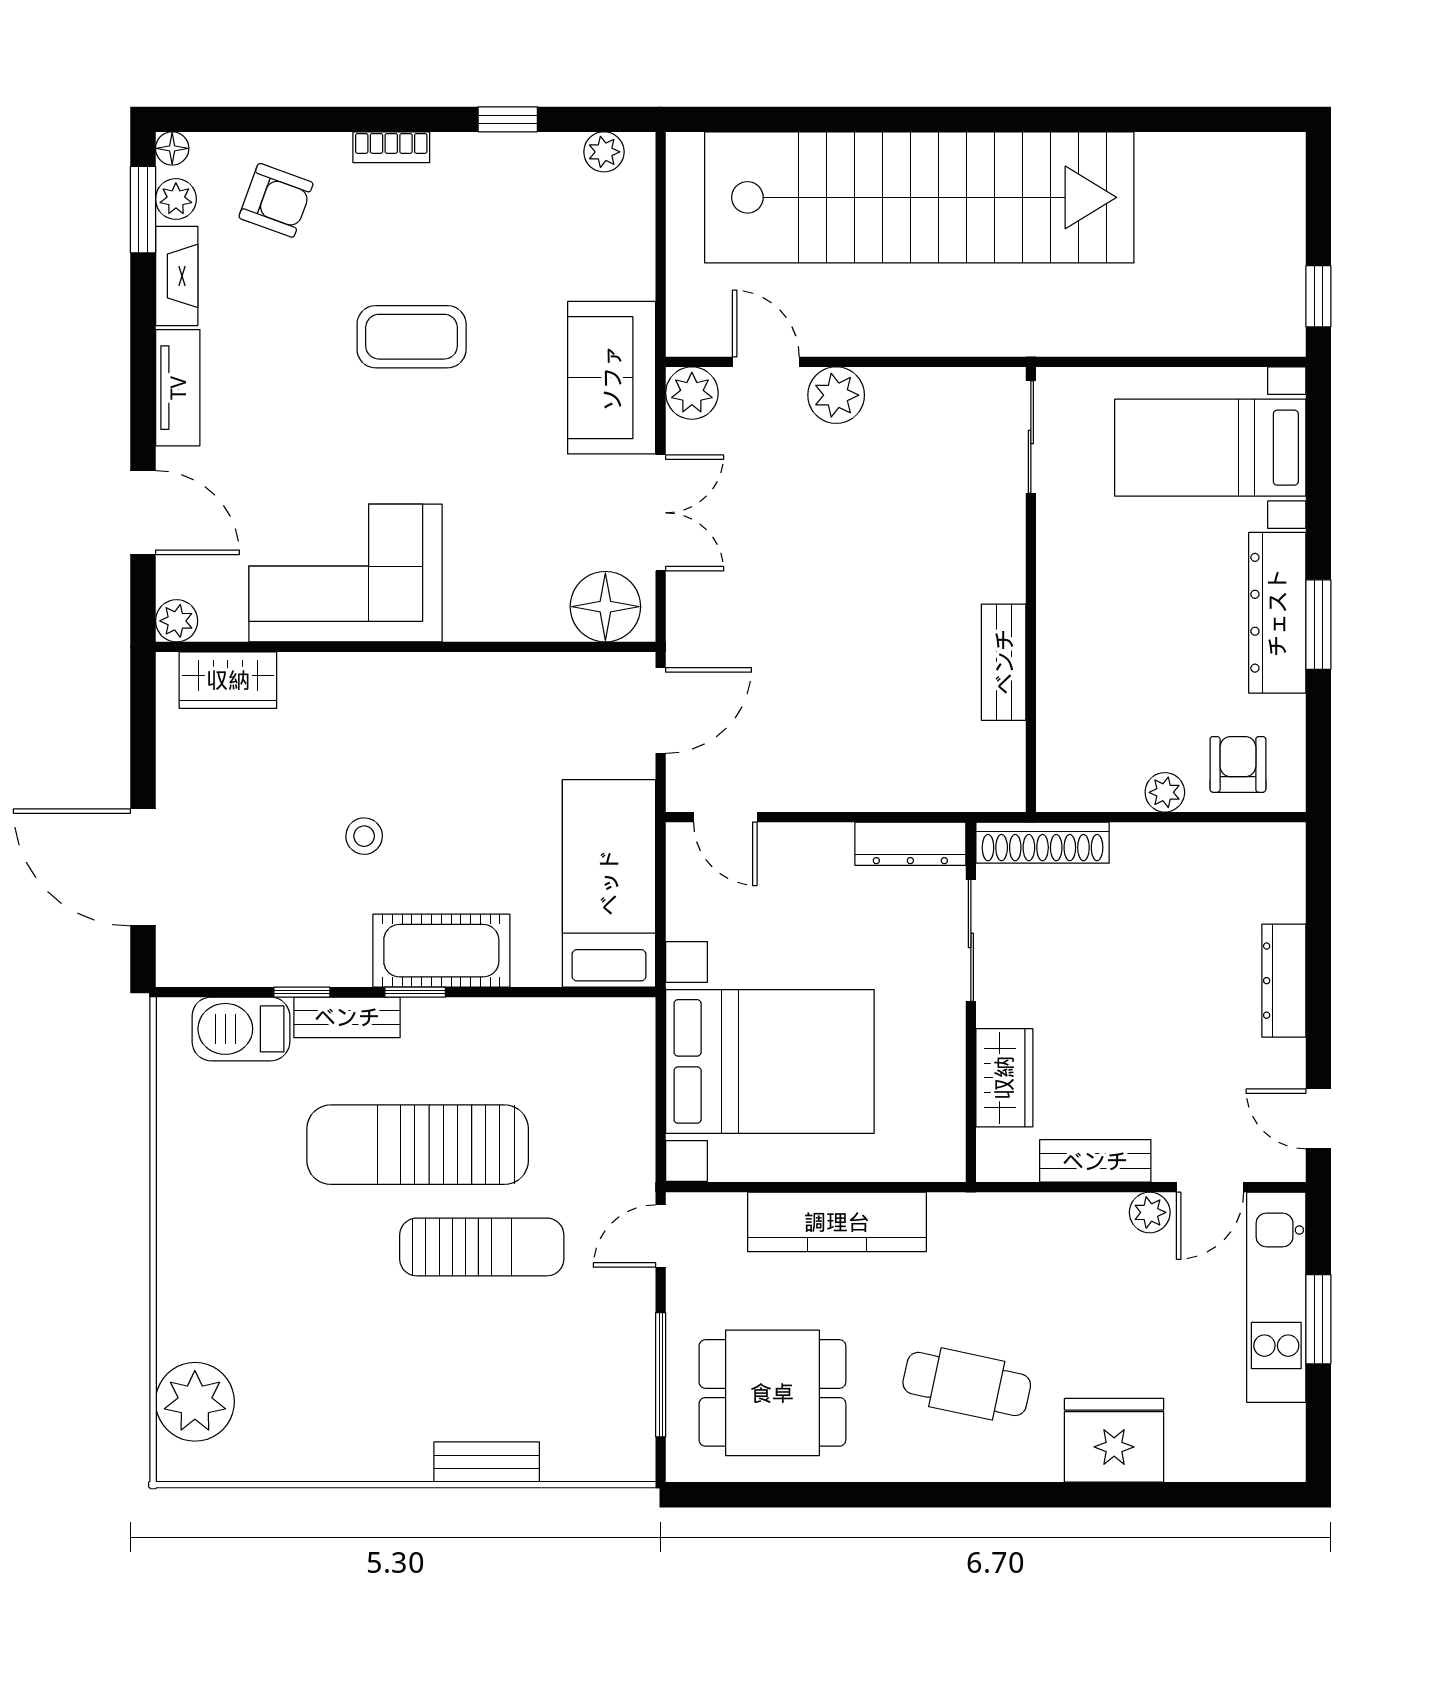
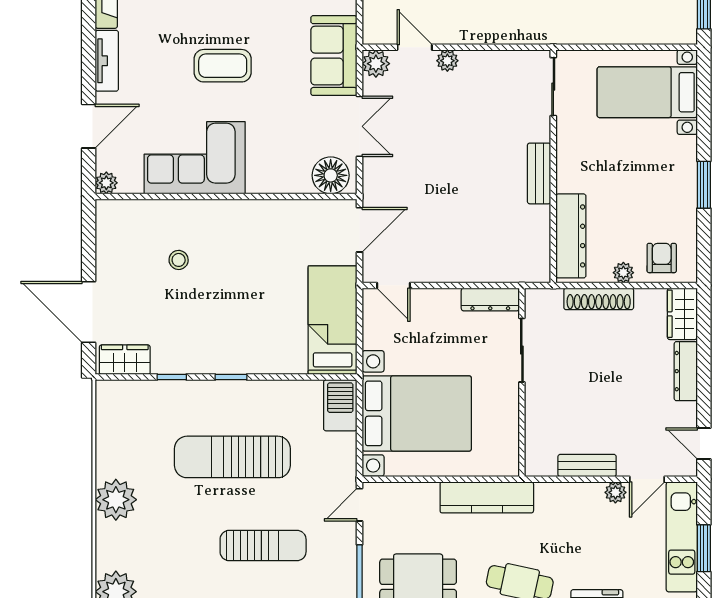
coffee table: (412, 337) -> (223, 66), moved
plant: (836, 395) -> (447, 61), width x0.73, depth x0.73
door: (143, 513) -> (89, 126), hinge flipped
dresser: (1277, 613) -> (571, 236), moved, turned 180
bench: (1004, 662) -> (539, 173), moved
wardrobe: (228, 680) -> (125, 360), moved, turned 180
stool: (364, 836) -> (179, 260), moved
shoe rack: (1043, 843) -> (599, 299), moved
cot: (441, 951) -> (245, 355), removed
bench: (347, 1017) -> (195, 390), removed
barbecue: (241, 1029) -> (340, 405), moved, turned 90
wardrobe: (1004, 1078) -> (682, 314), moved, turned 180
kitchen counter: (837, 1222) -> (487, 497), moved
plant: (195, 1226) -> (116, 500), added
sun lounger: (482, 1247) -> (263, 546), moved

